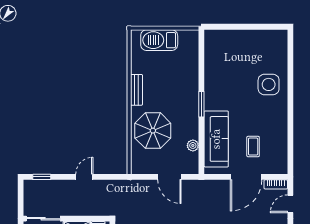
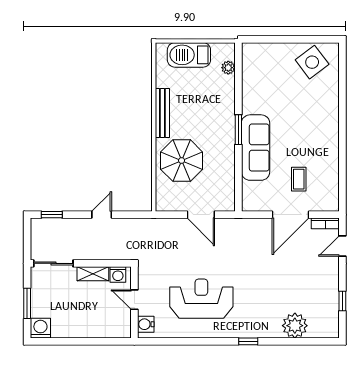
side table: (269, 84) -> (312, 62), moved, turned -37
bench: (136, 90) -> (162, 113), width x1.36
sofa: (216, 139) -> (256, 148), moved
plant: (193, 145) -> (228, 68), moved

